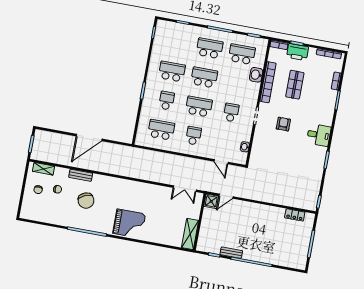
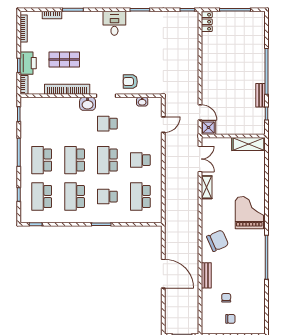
school desk: (242, 54) -> (42, 197), moved
washbasin: (256, 75) -> (88, 104), moved
armchair: (283, 124) -> (130, 82), moved
shelving: (44, 169) -> (207, 187), moved
chair: (86, 201) -> (218, 241), moved
locker: (295, 215) -> (207, 22), moved

